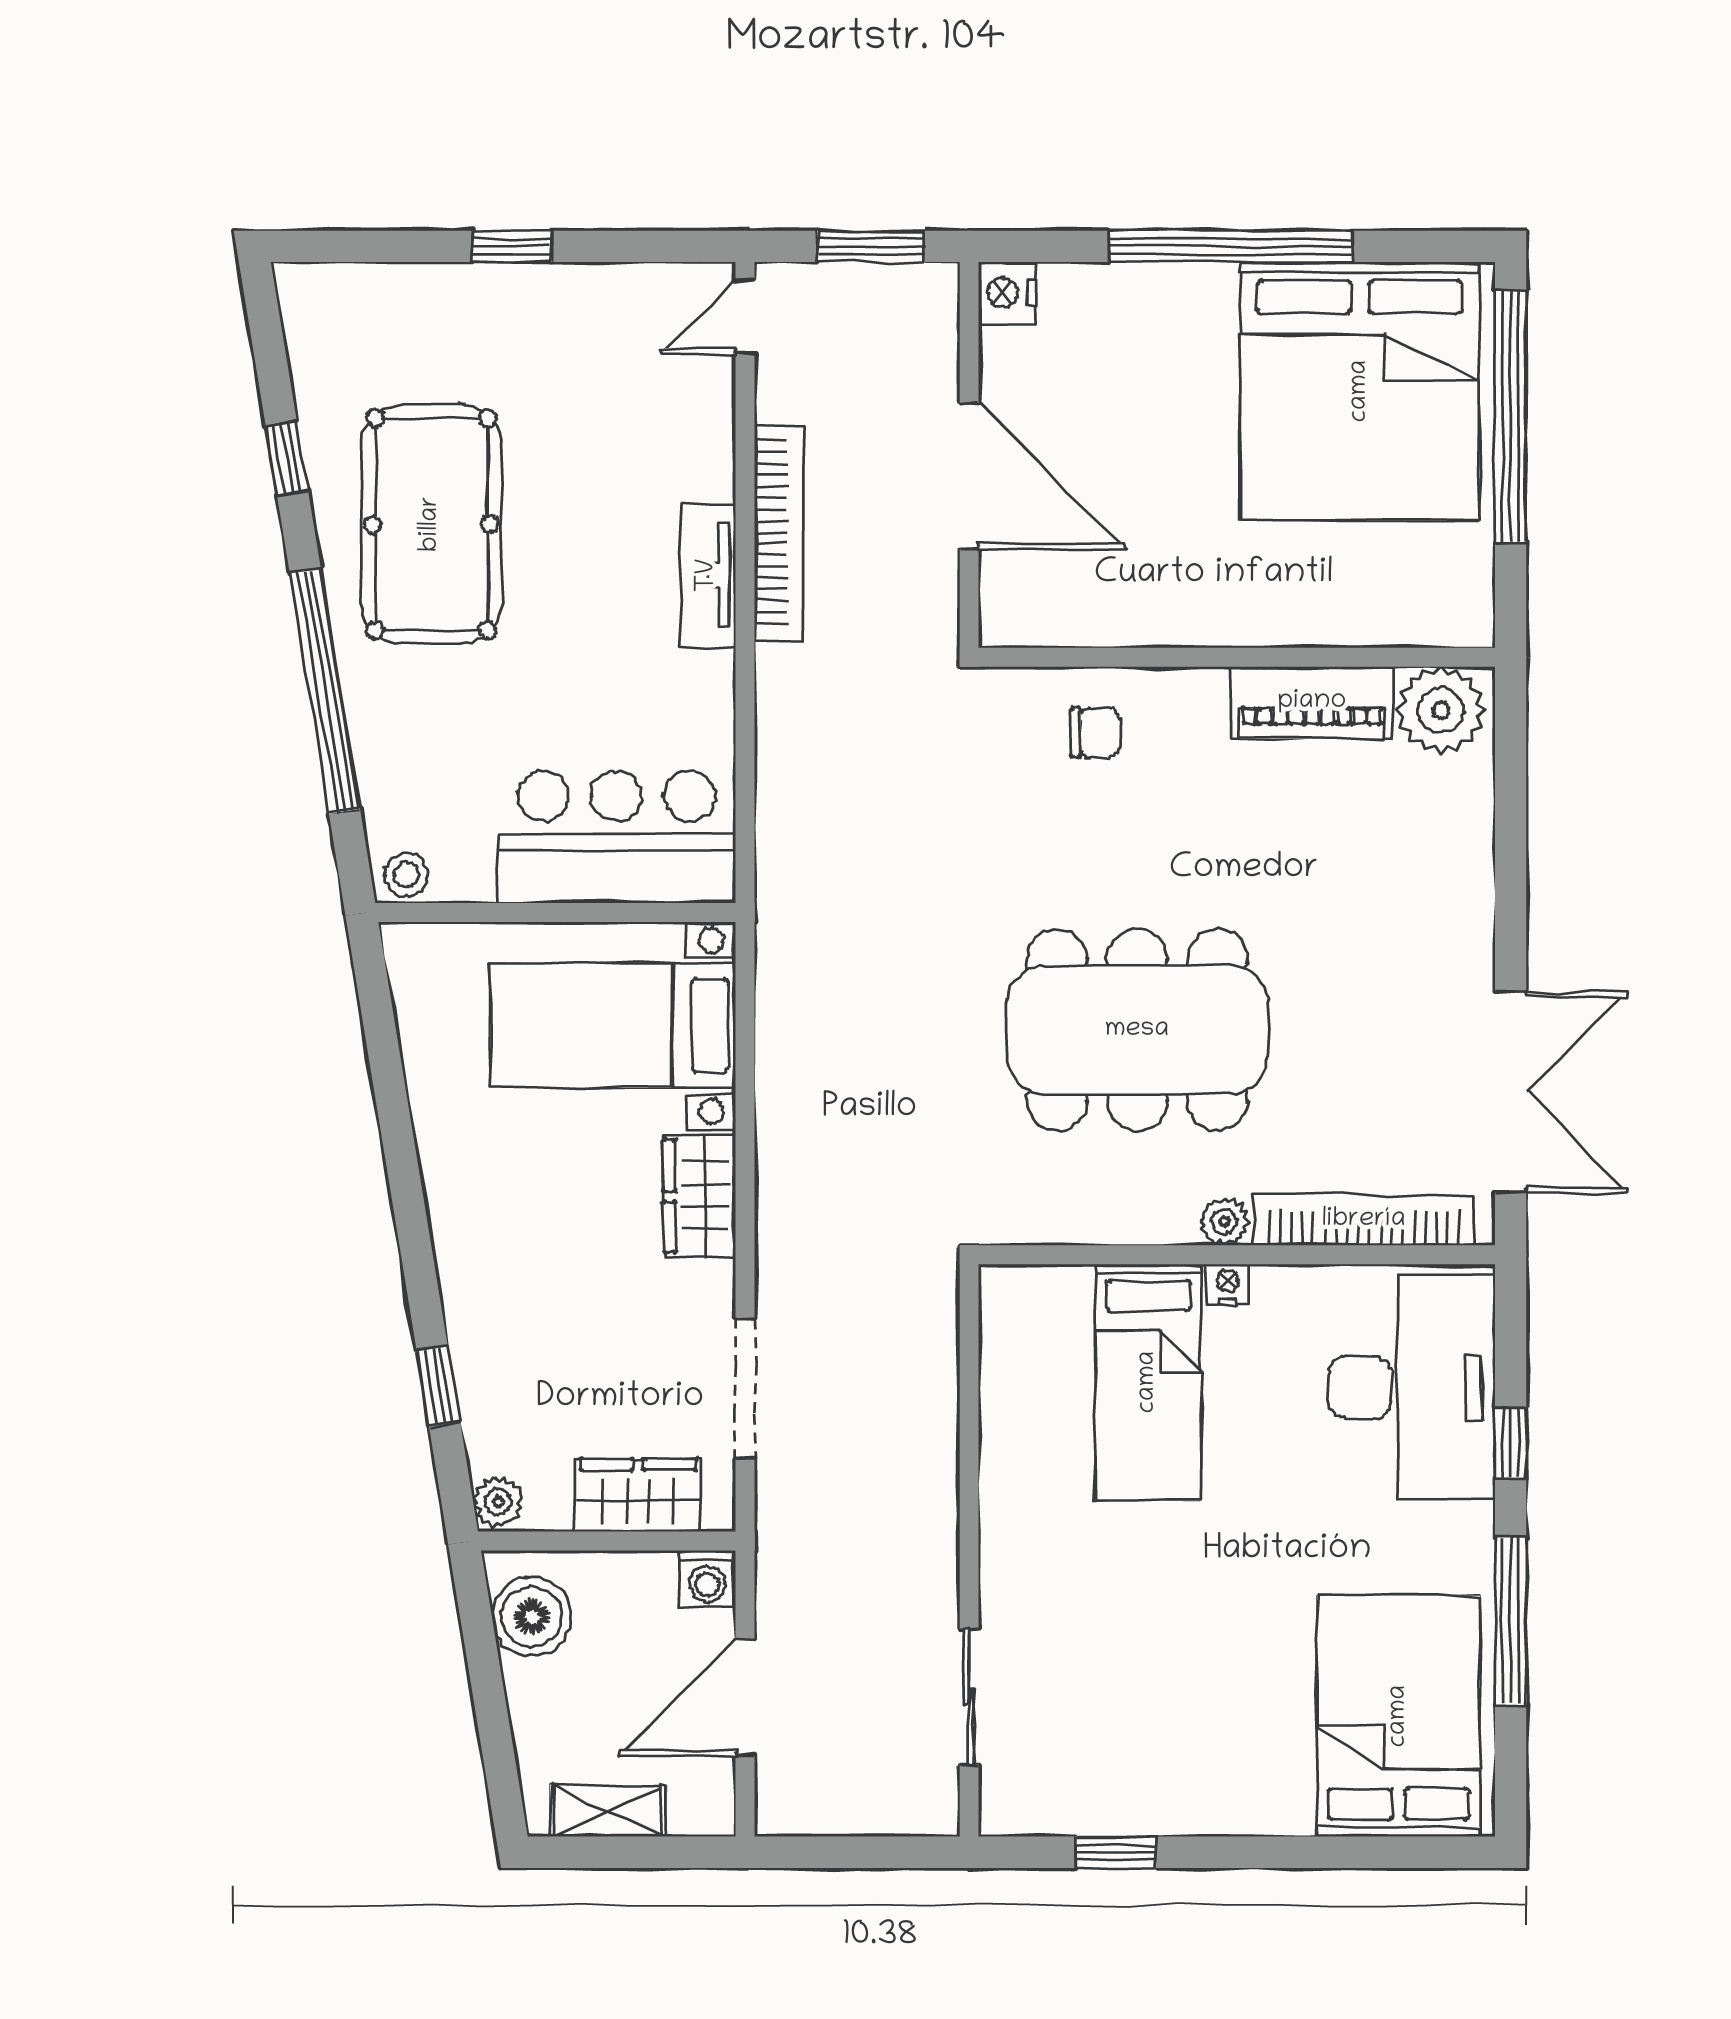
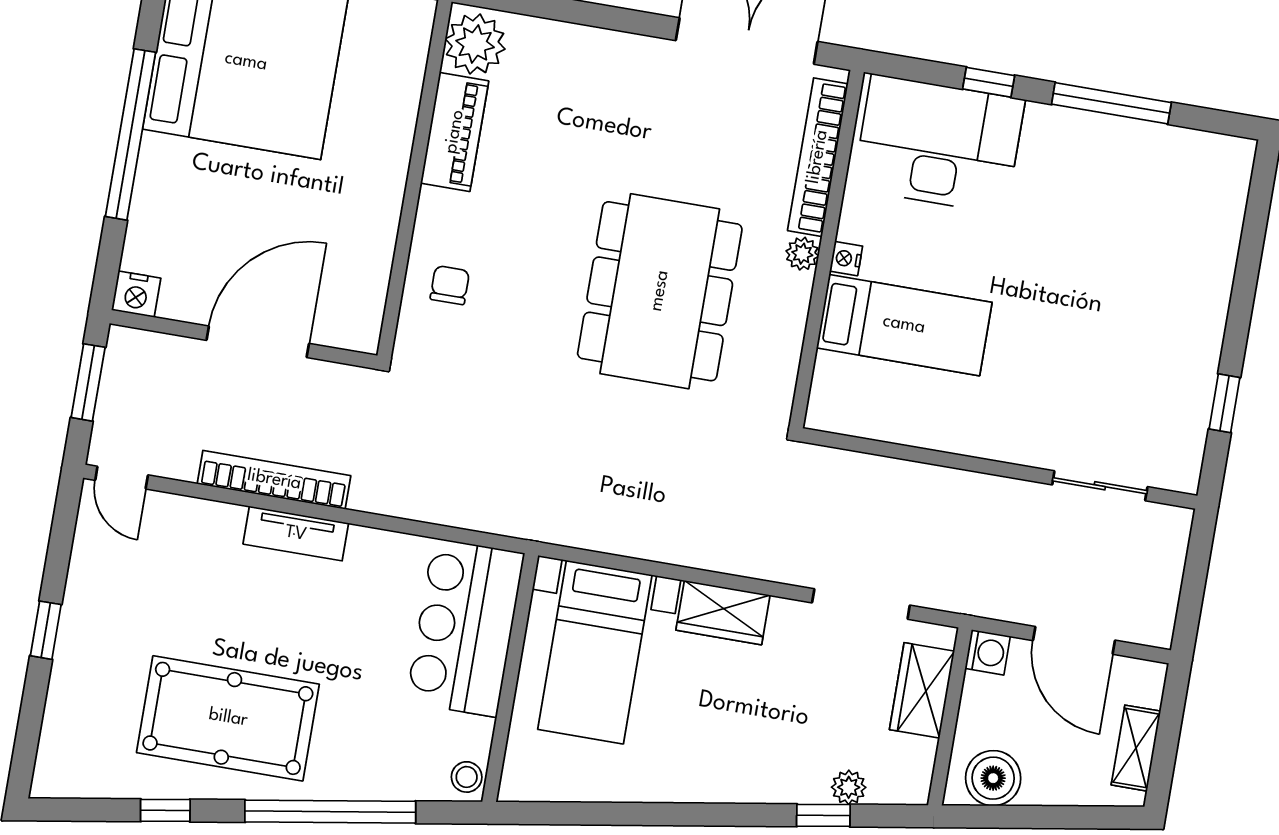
plant: (498, 1502) -> (849, 787), moved
bed: (1399, 1716) -> (1164, 192), removed

